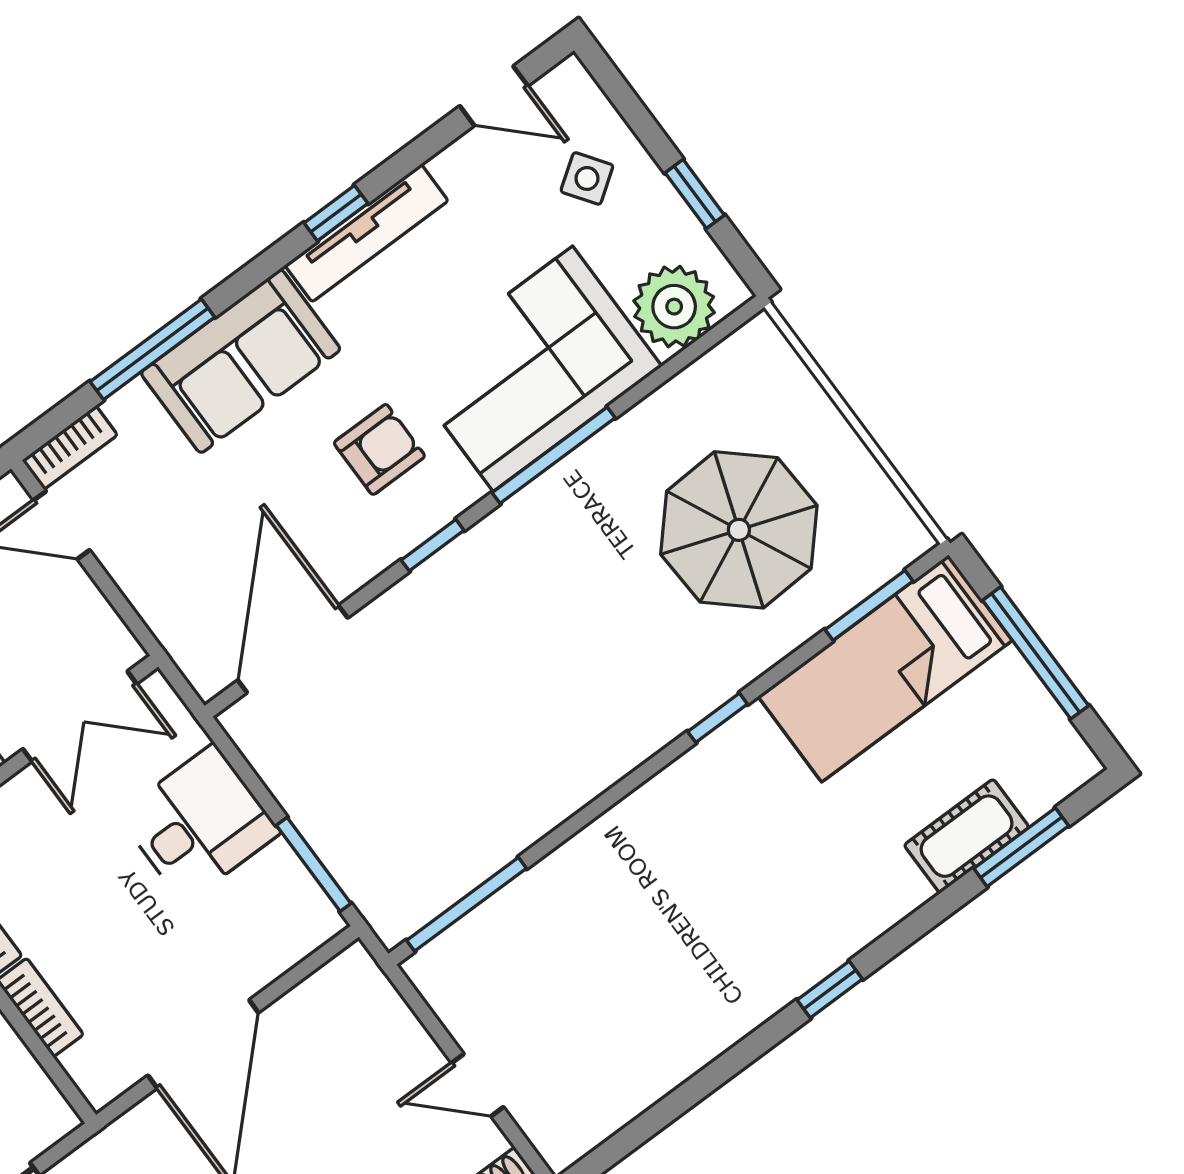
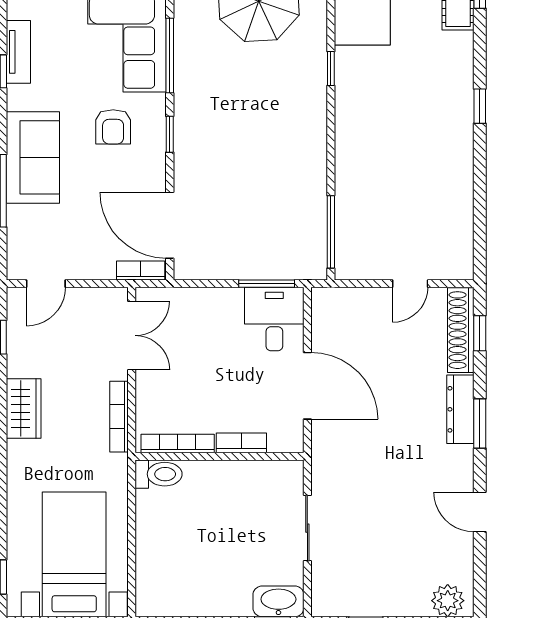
tv unit: (366, 233) -> (18, 52), width x0.71
bookcase: (70, 448) -> (141, 270), moved, turned -90
armchair: (379, 449) -> (113, 127), turned 180
desk: (199, 824) -> (274, 319), moved

